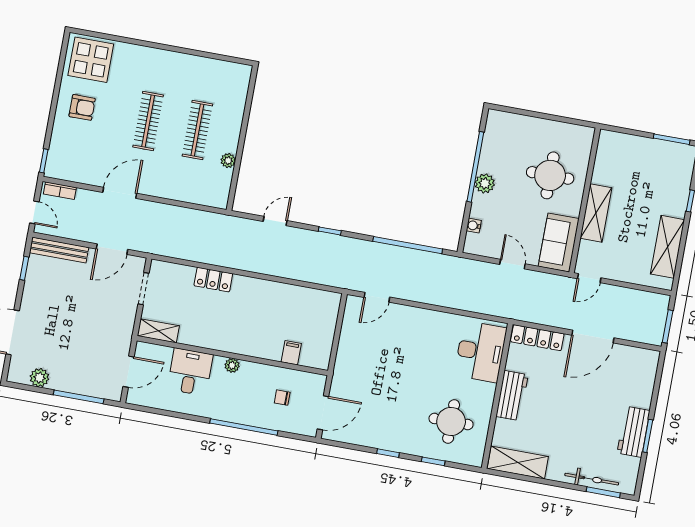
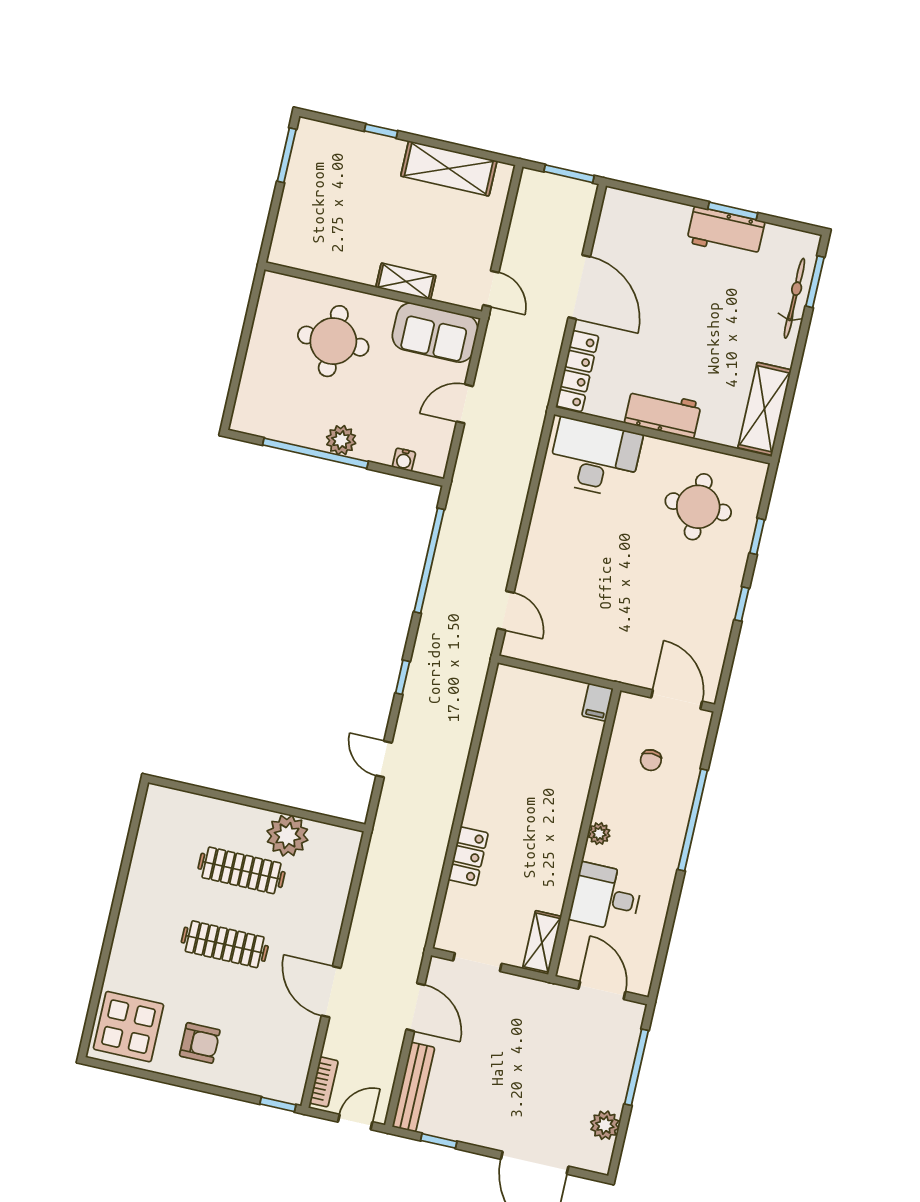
armchair: (82, 107) -> (200, 1043), turned 90
plant: (228, 161) -> (287, 836), width x1.88, depth x1.88
shelving: (596, 213) -> (406, 281), width x0.67, depth x0.75
filing cabinet: (291, 353) -> (598, 702), moved, turned -90

